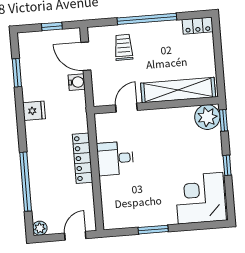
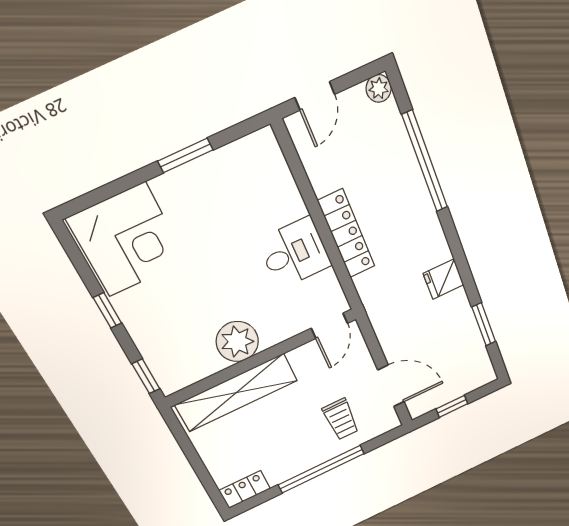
water cooler: (77, 82) -> (393, 345), removed
door: (126, 108) -> (329, 326), moved
plant: (207, 117) -> (237, 342), moved

